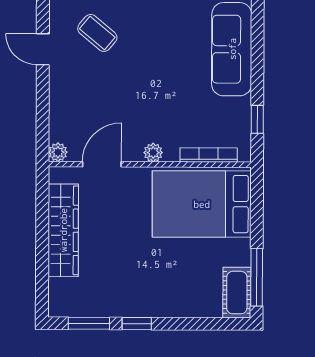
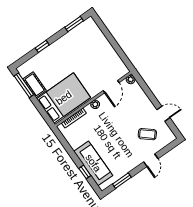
window: (257, 119) -> (85, 172), moved
wardrobe: (63, 230) -> (108, 52), removed
cot: (237, 293) -> (35, 85), moved
window: (137, 324) -> (42, 46), moved

